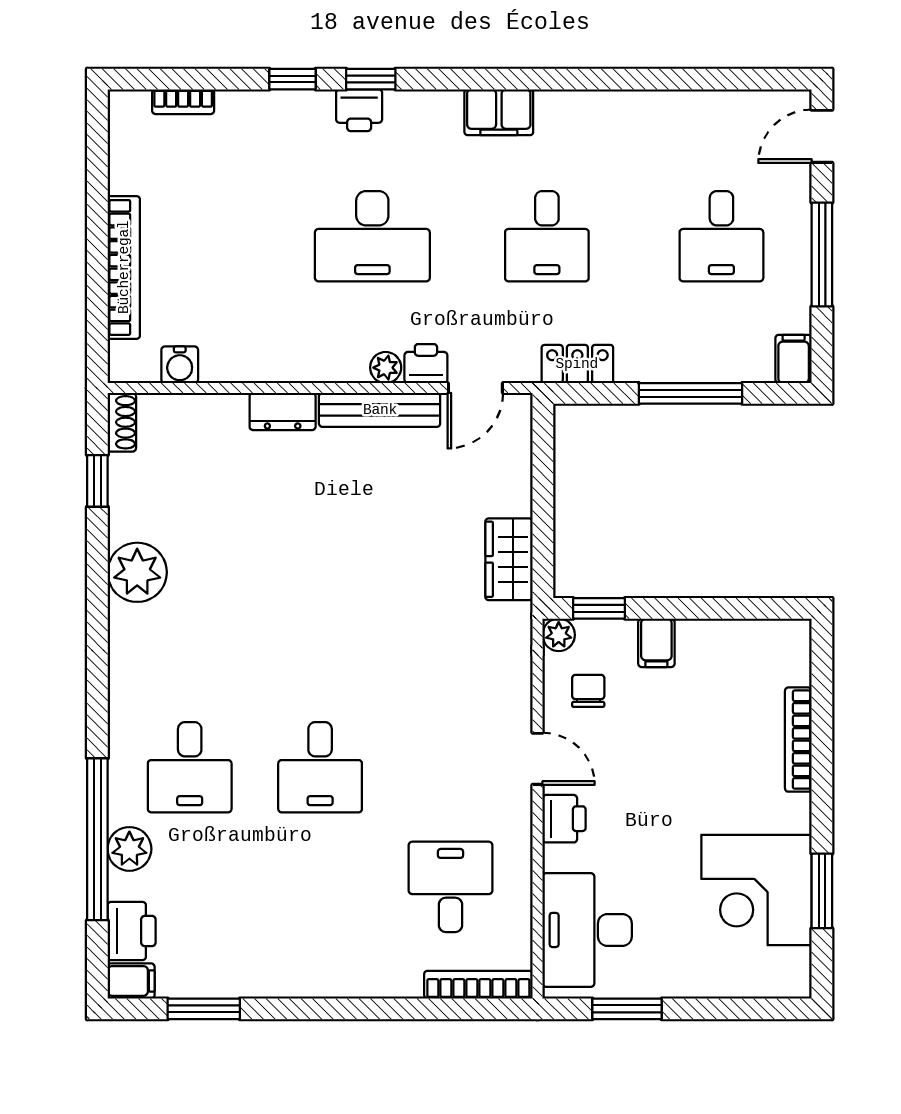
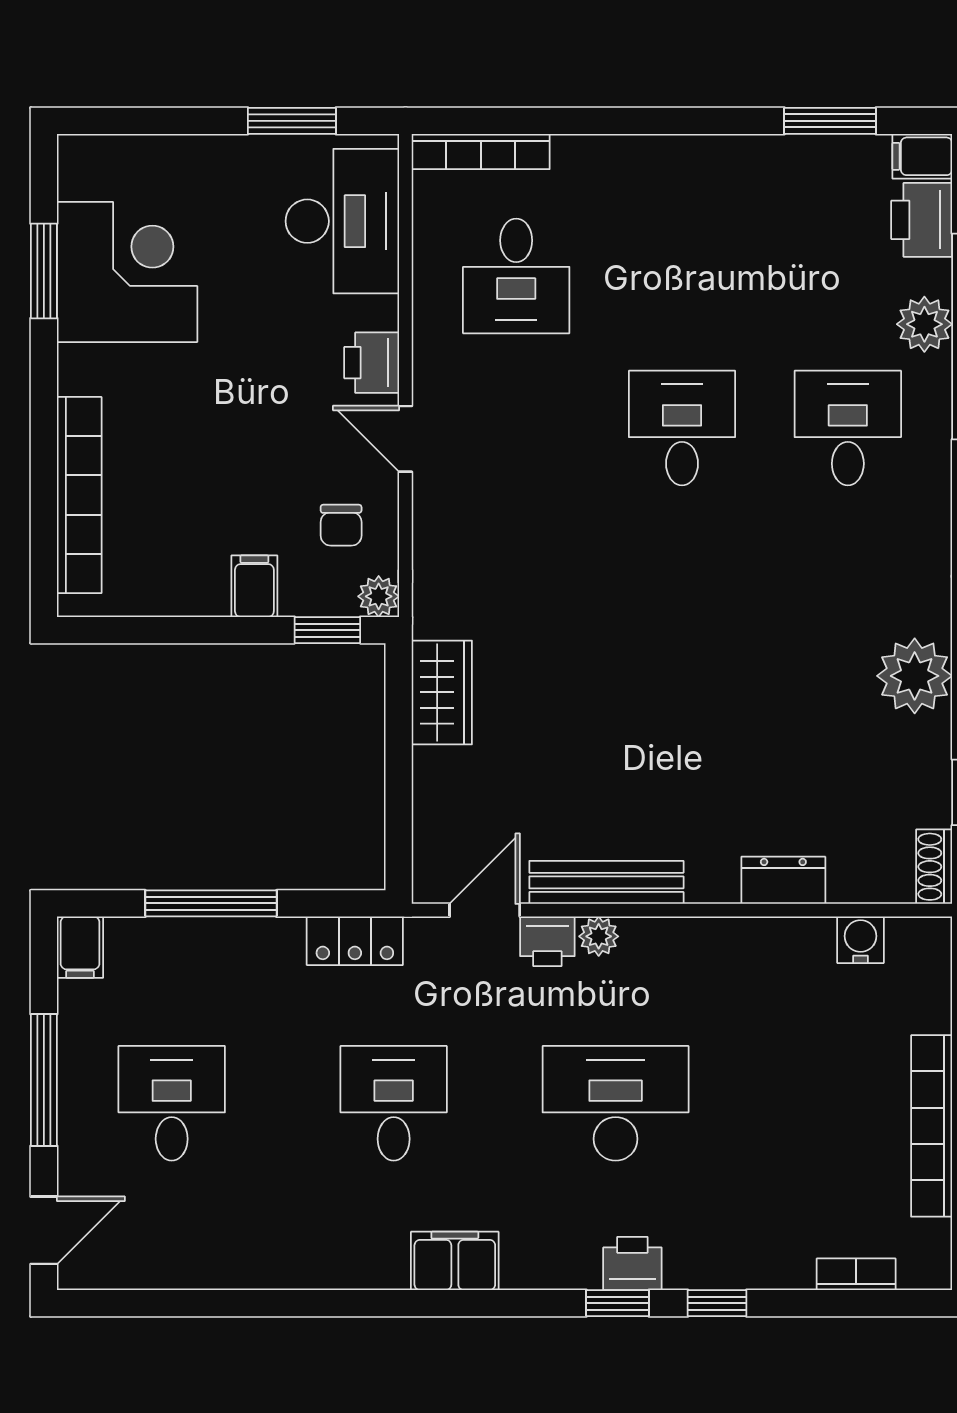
bookcase: (124, 267) -> (932, 1126), moved
dresser: (283, 412) -> (783, 880), moved
bookcase: (798, 740) -> (79, 495), width x1.48, depth x1.31

